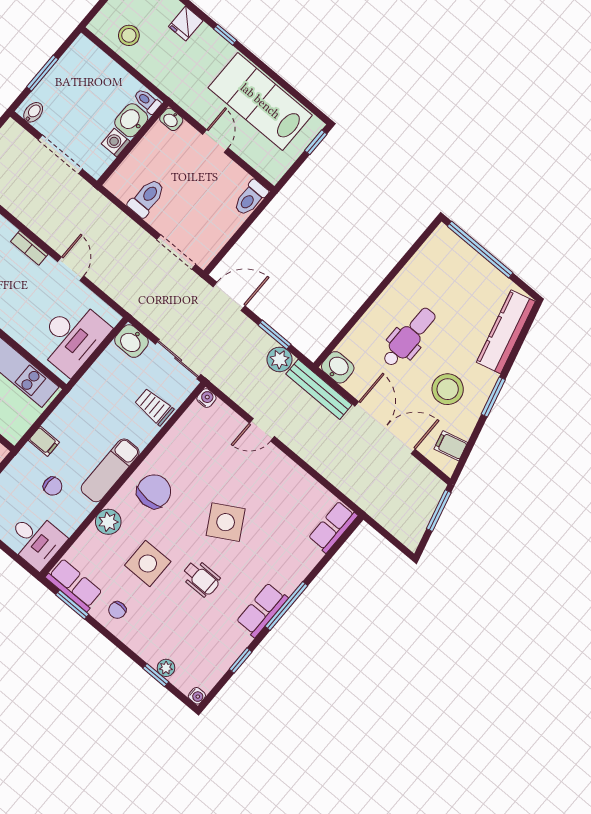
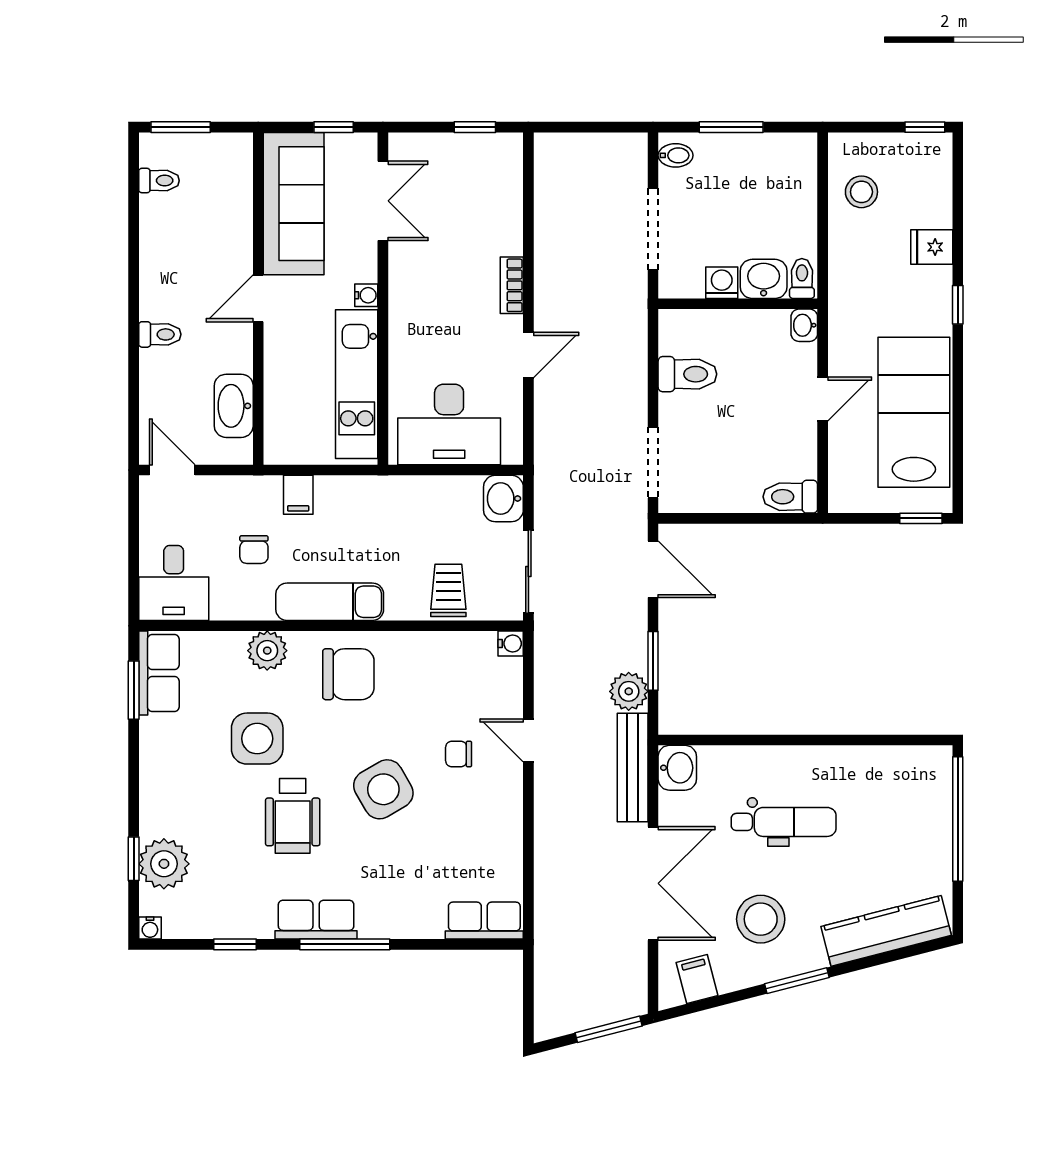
wheelchair: (201, 578) -> (293, 816), width x1.36, depth x1.37
chair: (117, 610) -> (459, 754), moved
plant: (166, 668) -> (164, 864), width x1.88, depth x1.88

